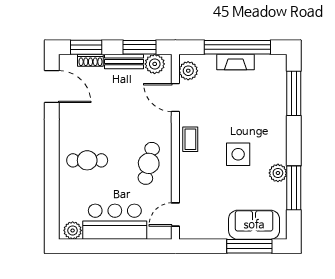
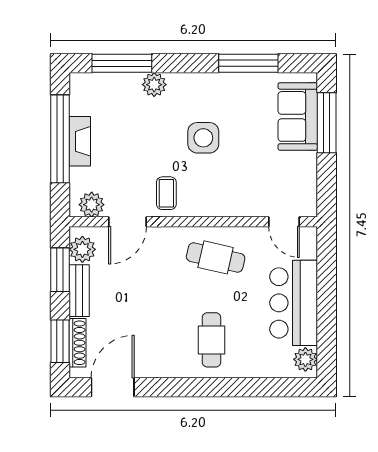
shoe rack: (90, 60) -> (78, 343), width x1.43
coffee table: (190, 139) -> (166, 193), moved, turned 90
plant: (278, 173) -> (154, 85), moved

